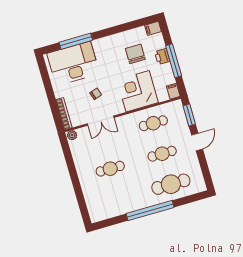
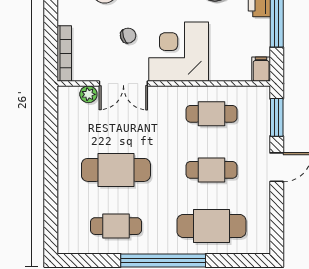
corner desk: (138, 91) -> (179, 52), moved
plant: (72, 135) -> (88, 94), moved
cafe table: (110, 169) -> (116, 170), width x1.37, depth x1.35
cafe table: (119, 199) -> (116, 226), added

